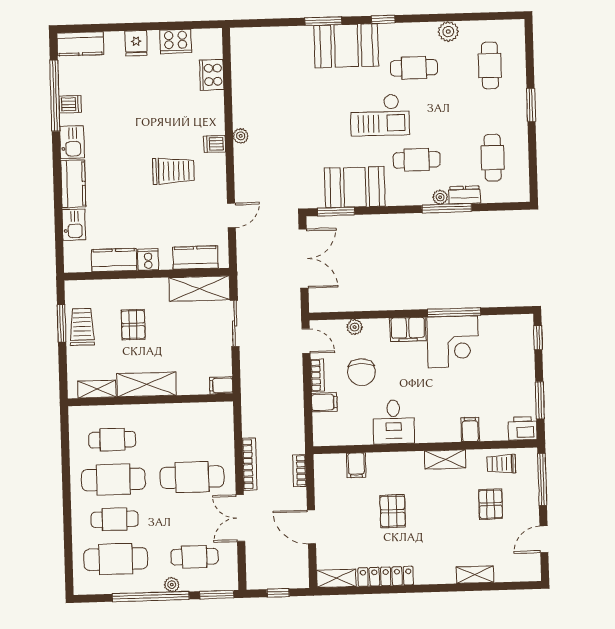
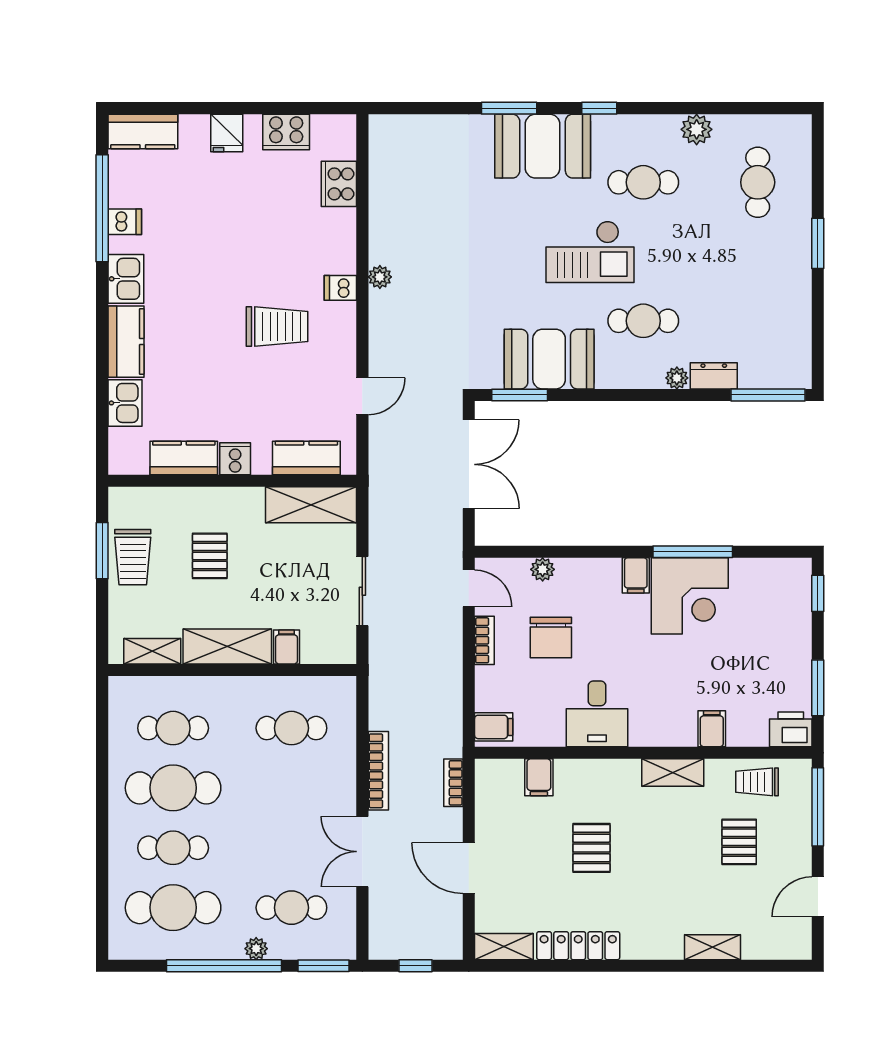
cafe table: (493, 158) -> (758, 321), removed
window: (447, 208) -> (768, 395), moved
sliding door: (235, 323) -> (362, 591), moved
trolley: (82, 327) -> (133, 557), turned 180
filing cabinet: (408, 329) -> (636, 575), width x0.50
filing cabinet: (221, 385) -> (286, 647), moved, turned 90
filing cabinet: (324, 402) -> (494, 727), moved
cafe table: (192, 477) -> (291, 728), moved, width x0.73, depth x0.74

